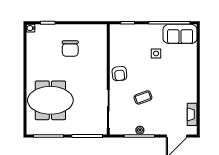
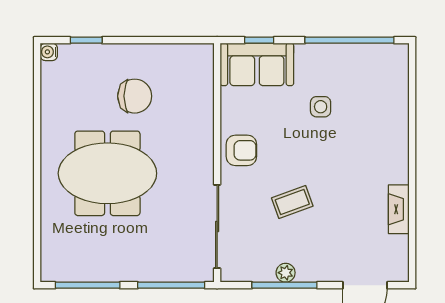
sofa: (180, 34) -> (257, 64), moved
chair: (70, 49) -> (135, 96), turned -90
armchair: (119, 74) -> (241, 150), turned -84
meeting table: (50, 100) -> (107, 173), moved
fireplace: (192, 114) -> (399, 209), moved

